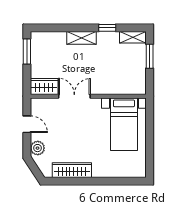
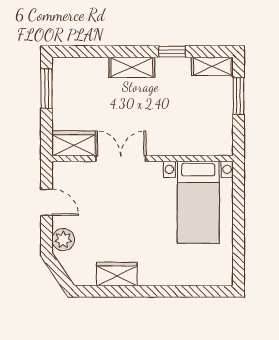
wardrobe: (72, 170) -> (117, 274), width x0.67

